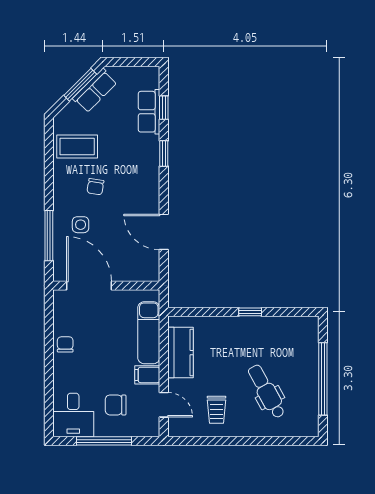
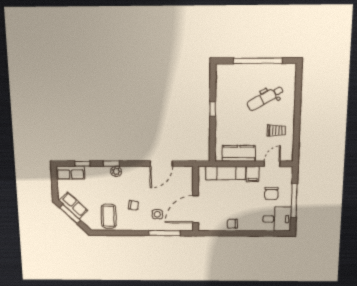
row of seats: (149, 112) -> (70, 173), moved
plant: (151, 161) -> (116, 171), added

